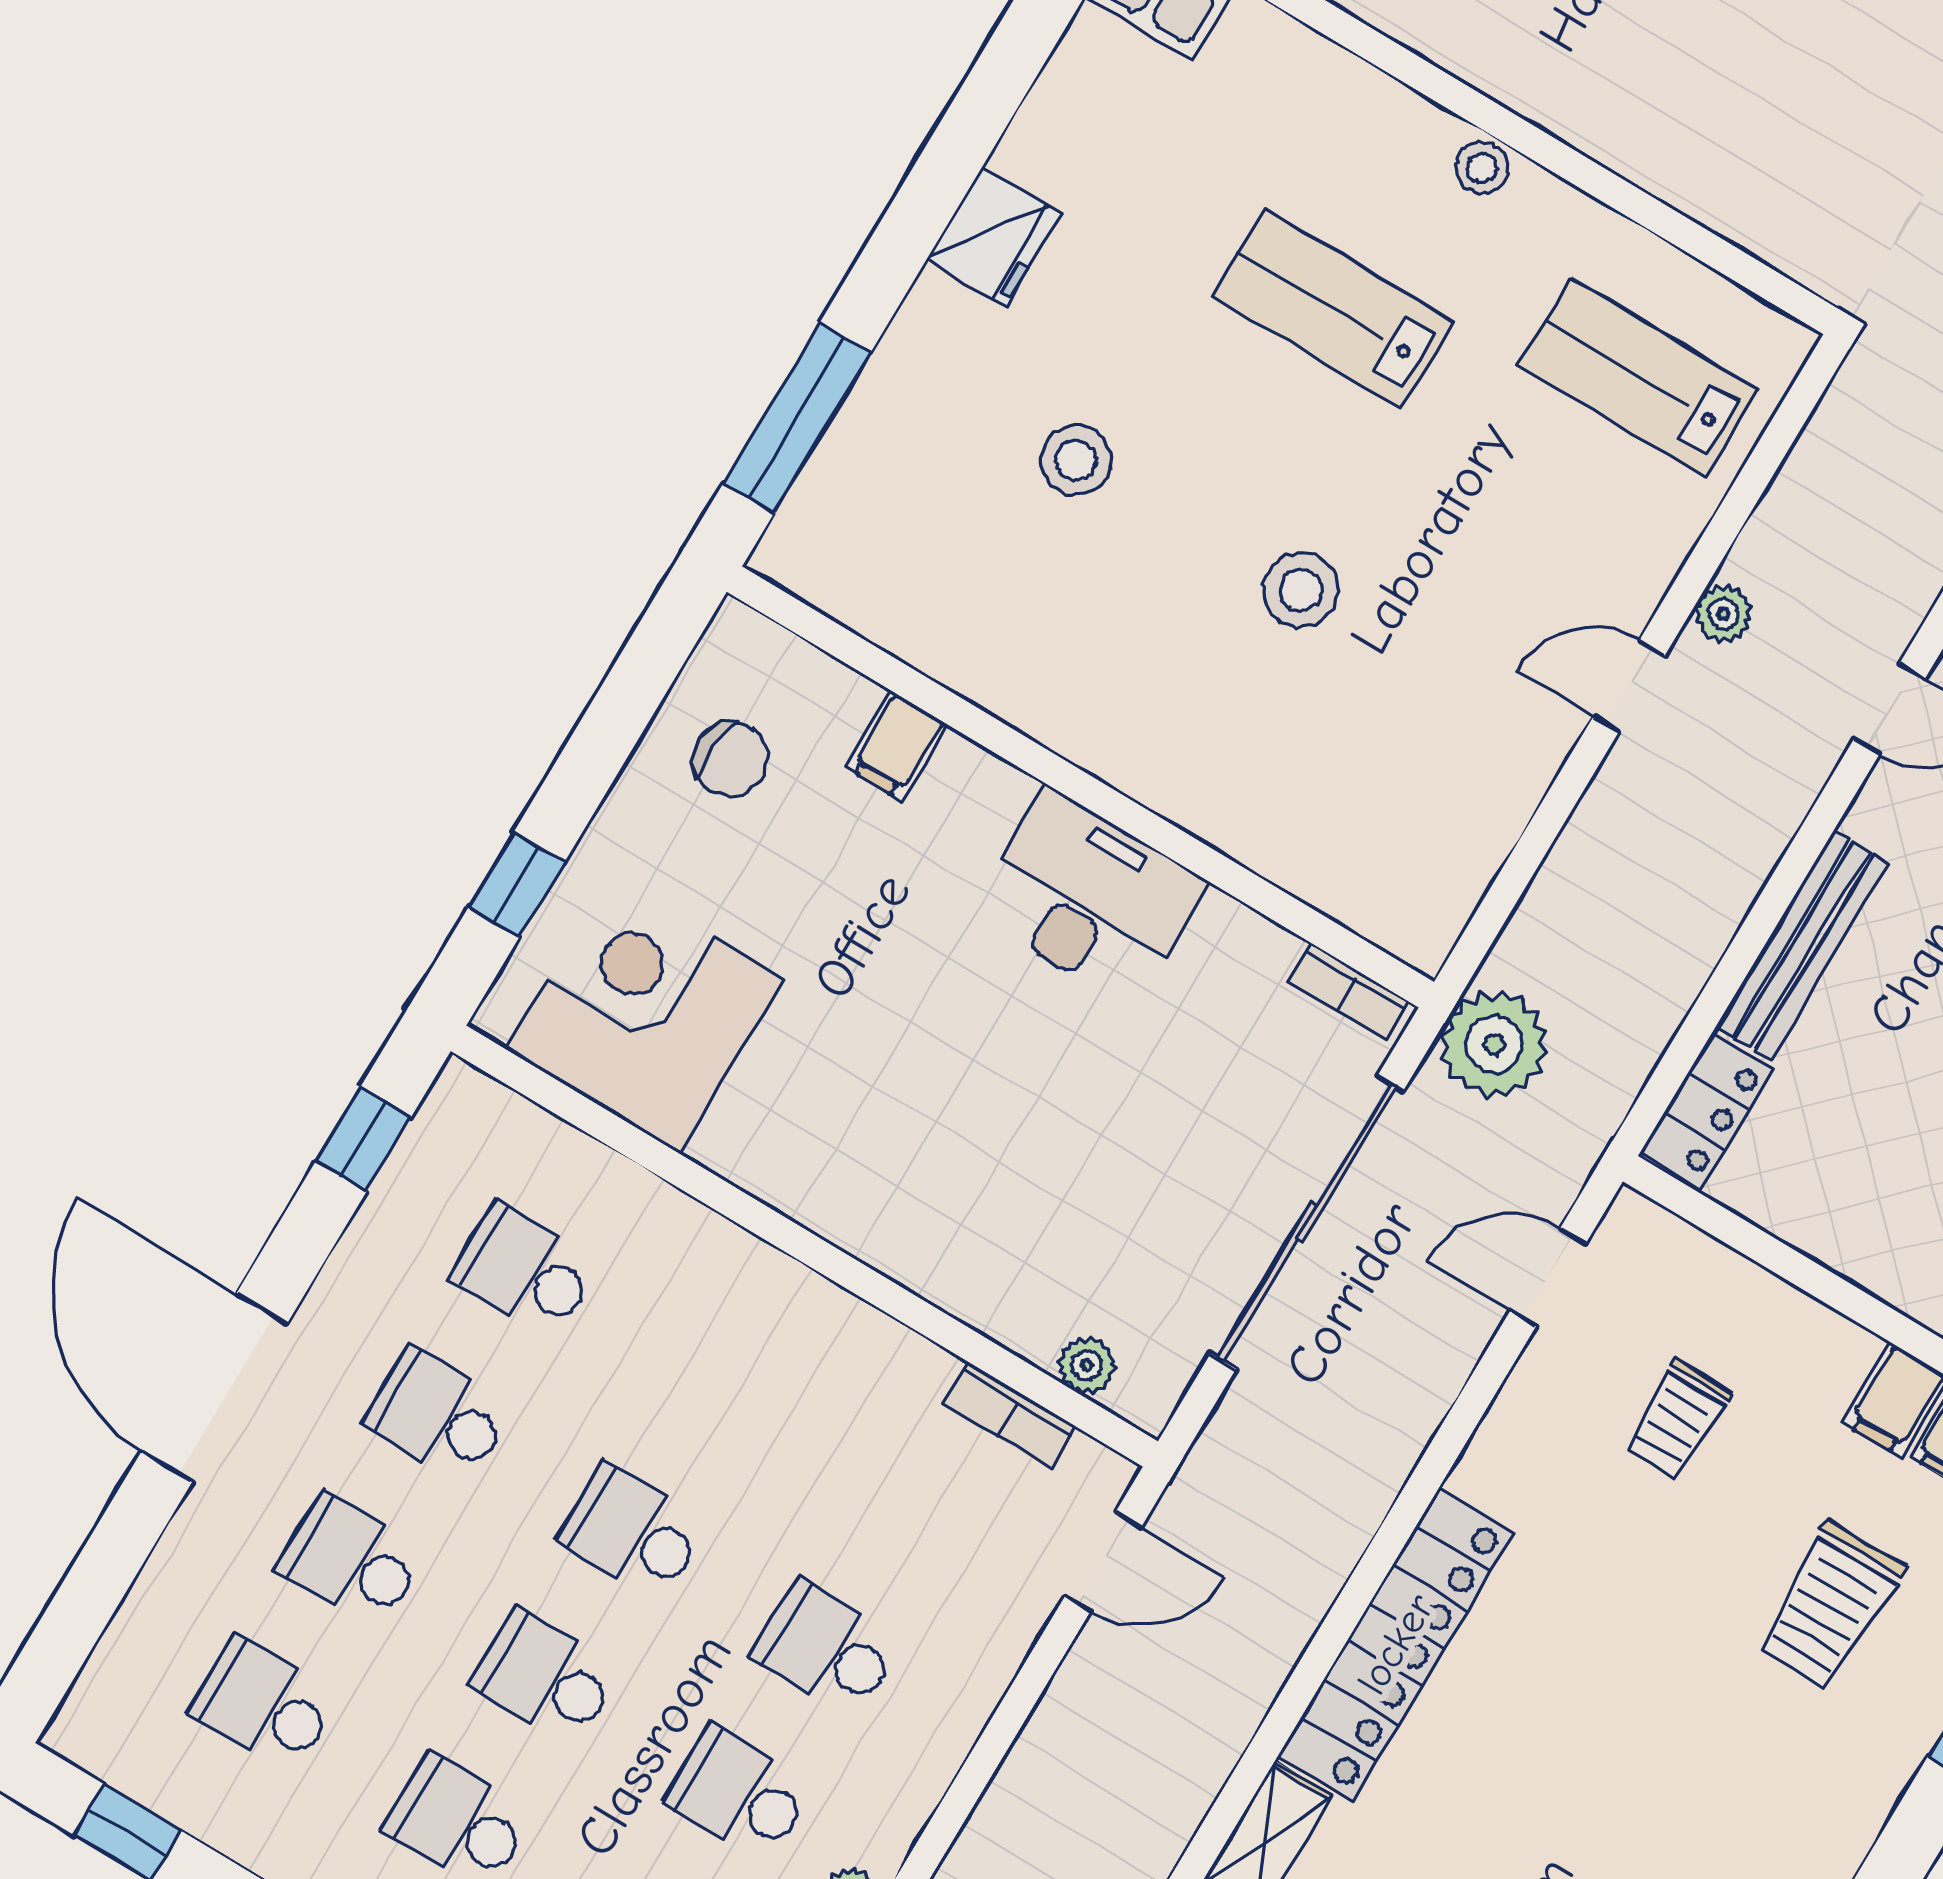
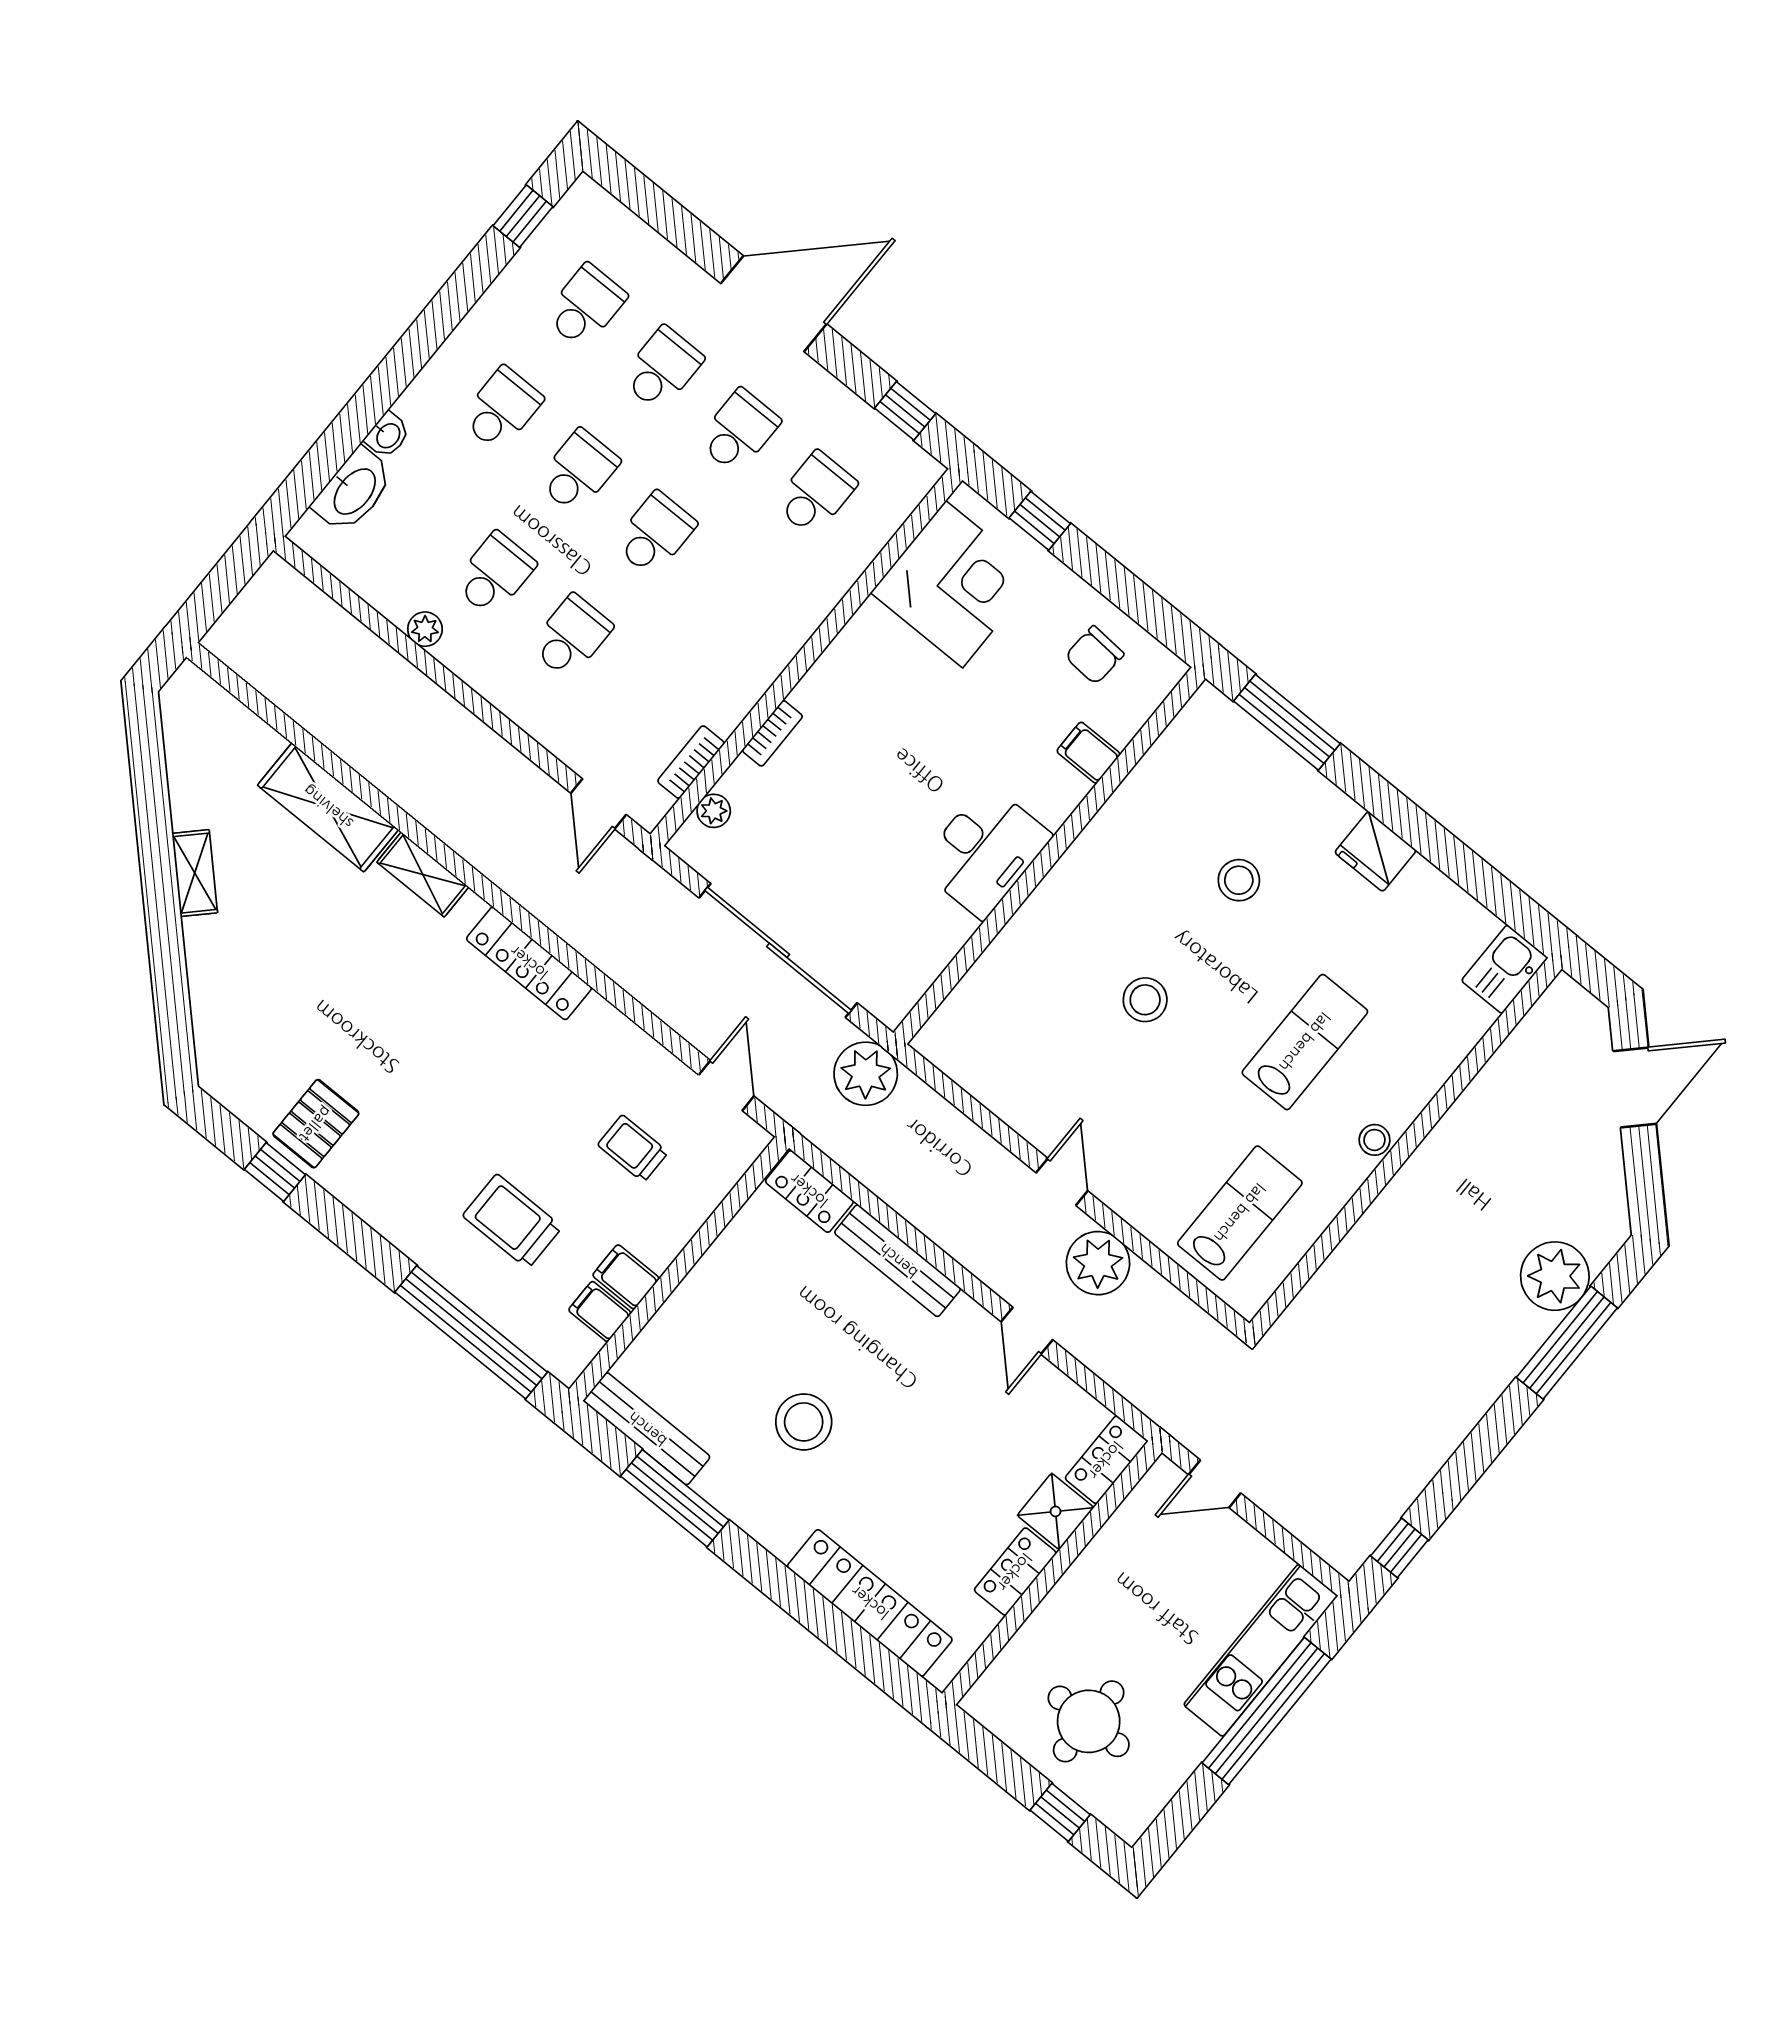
plant: (1723, 614) -> (1098, 1263), width x1.88, depth x1.88
bookcase: (1348, 991) -> (772, 733), moved, turned 180
locker: (1396, 1644) -> (529, 963), width x0.71, depth x0.83

